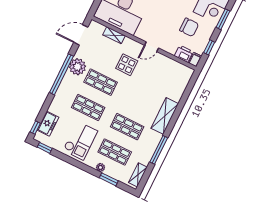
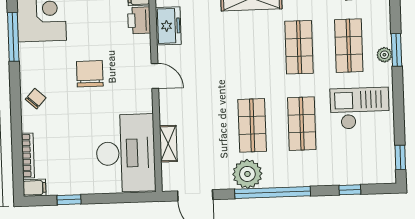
chair: (189, 27) -> (90, 74), moved
display table: (127, 65) -> (203, 99), removed
freezer: (48, 124) -> (168, 26), moved, turned 90
window: (35, 128) -> (350, 190), moved
window: (109, 179) -> (397, 50), moved

